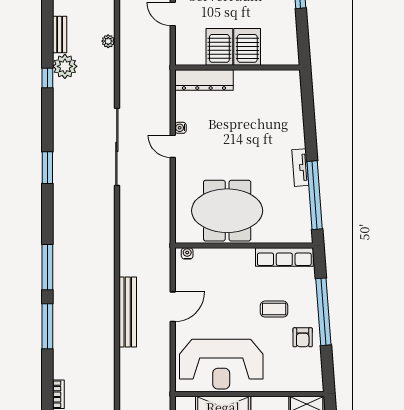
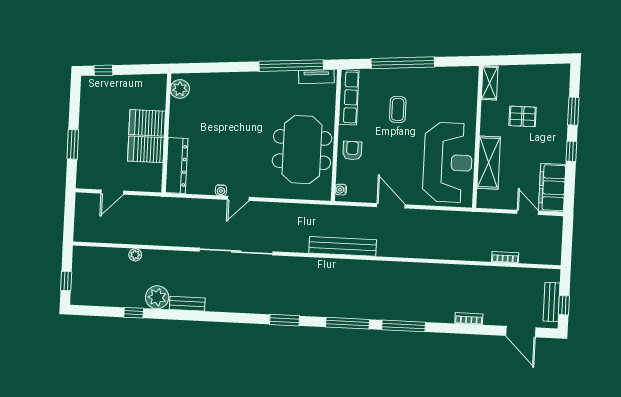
bench: (60, 34) -> (187, 304), moved
window: (47, 78) -> (134, 313), moved
plant: (284, 80) -> (180, 89), added
window: (47, 168) -> (285, 320), moved
tv unit: (300, 168) -> (316, 77), moved
bench: (128, 312) -> (343, 246), moved
armchair: (303, 337) -> (352, 151), moved, turned -90

